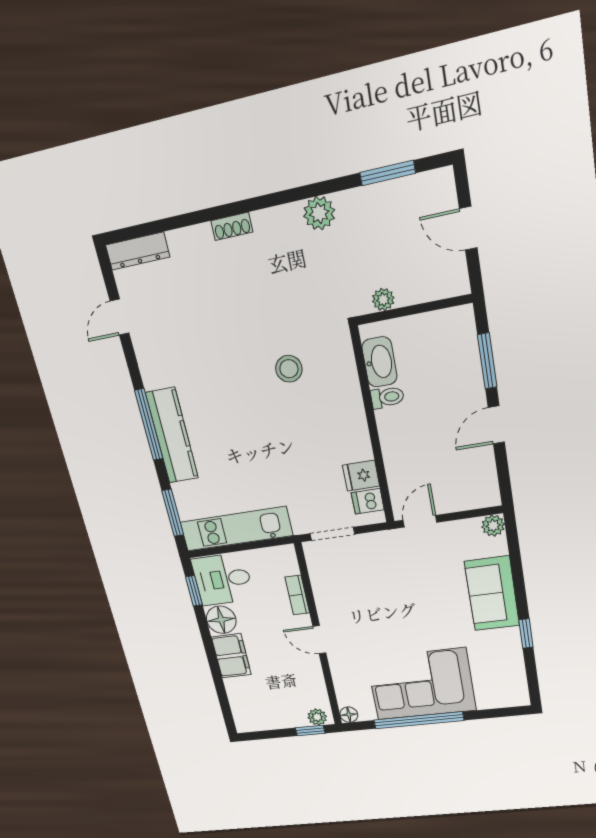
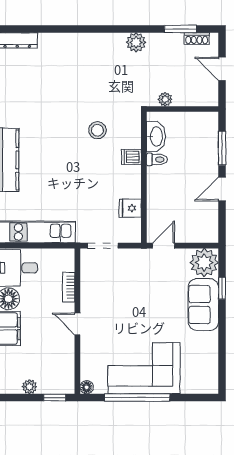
shoe rack: (232, 226) -> (197, 39), moved
dishwasher: (368, 501) -> (131, 157), moved
plant: (493, 526) -> (204, 263), width x1.87, depth x1.87
window: (526, 633) -> (222, 288), moved
plant: (317, 717) -> (29, 387), moved

